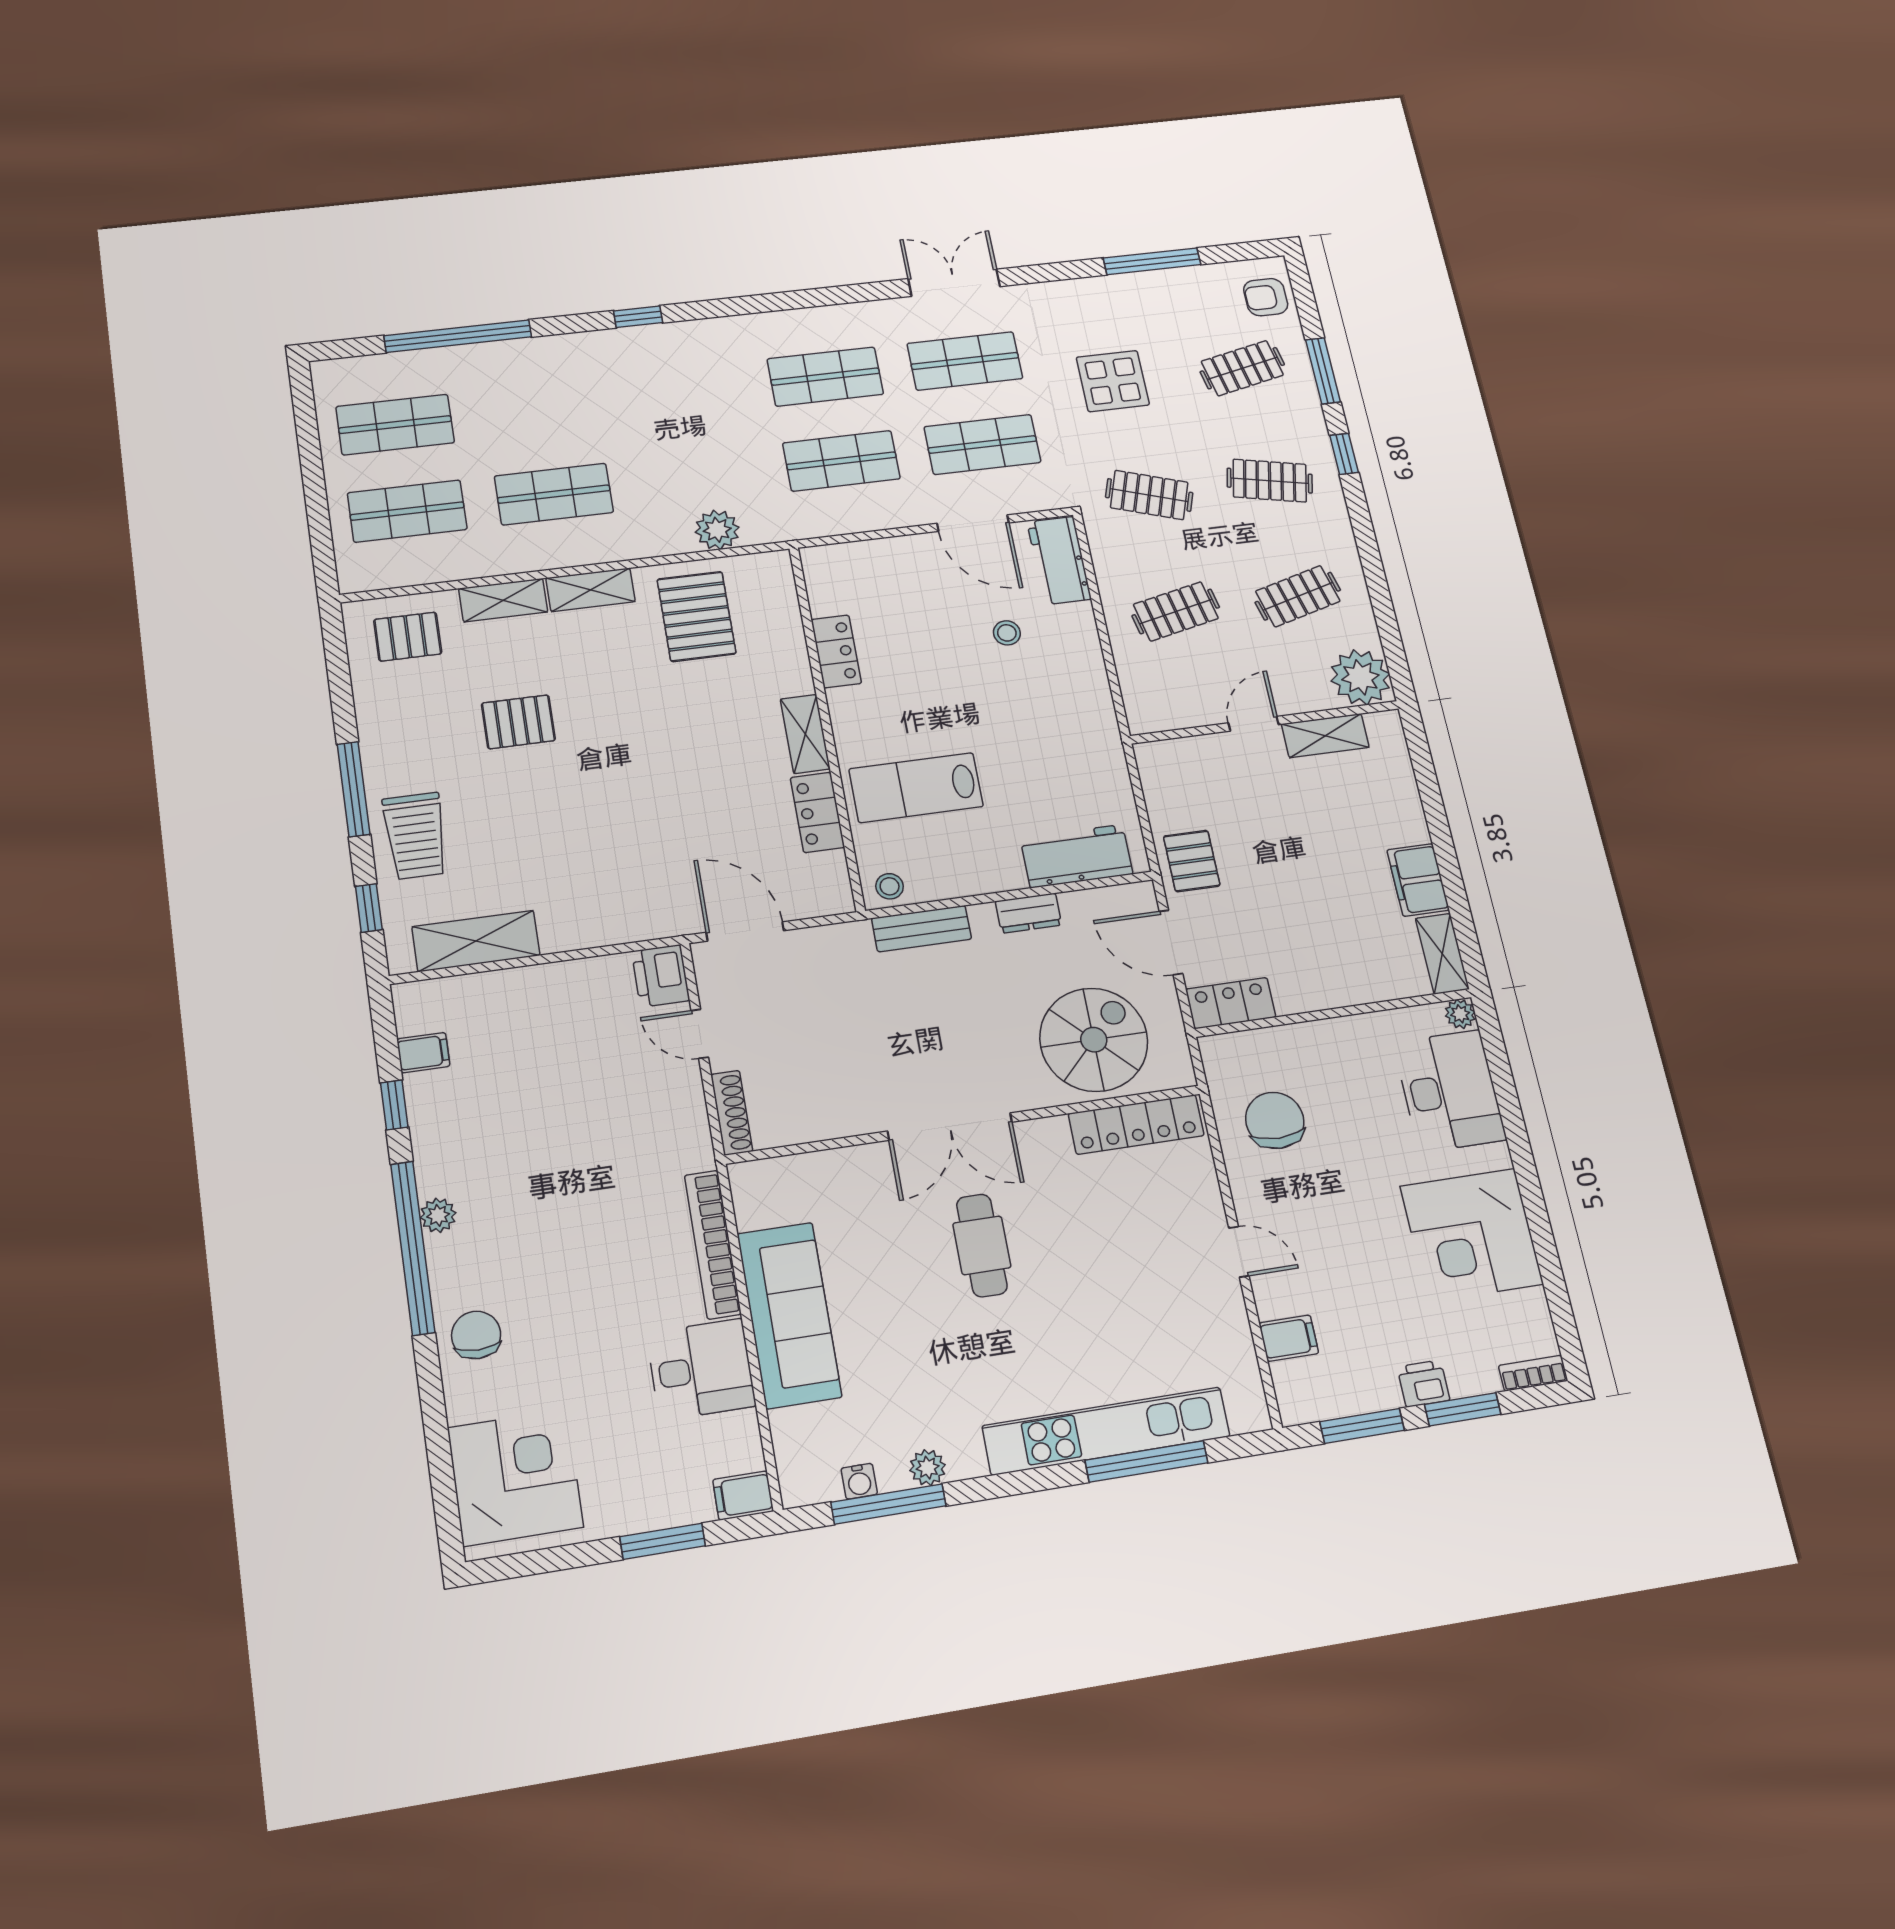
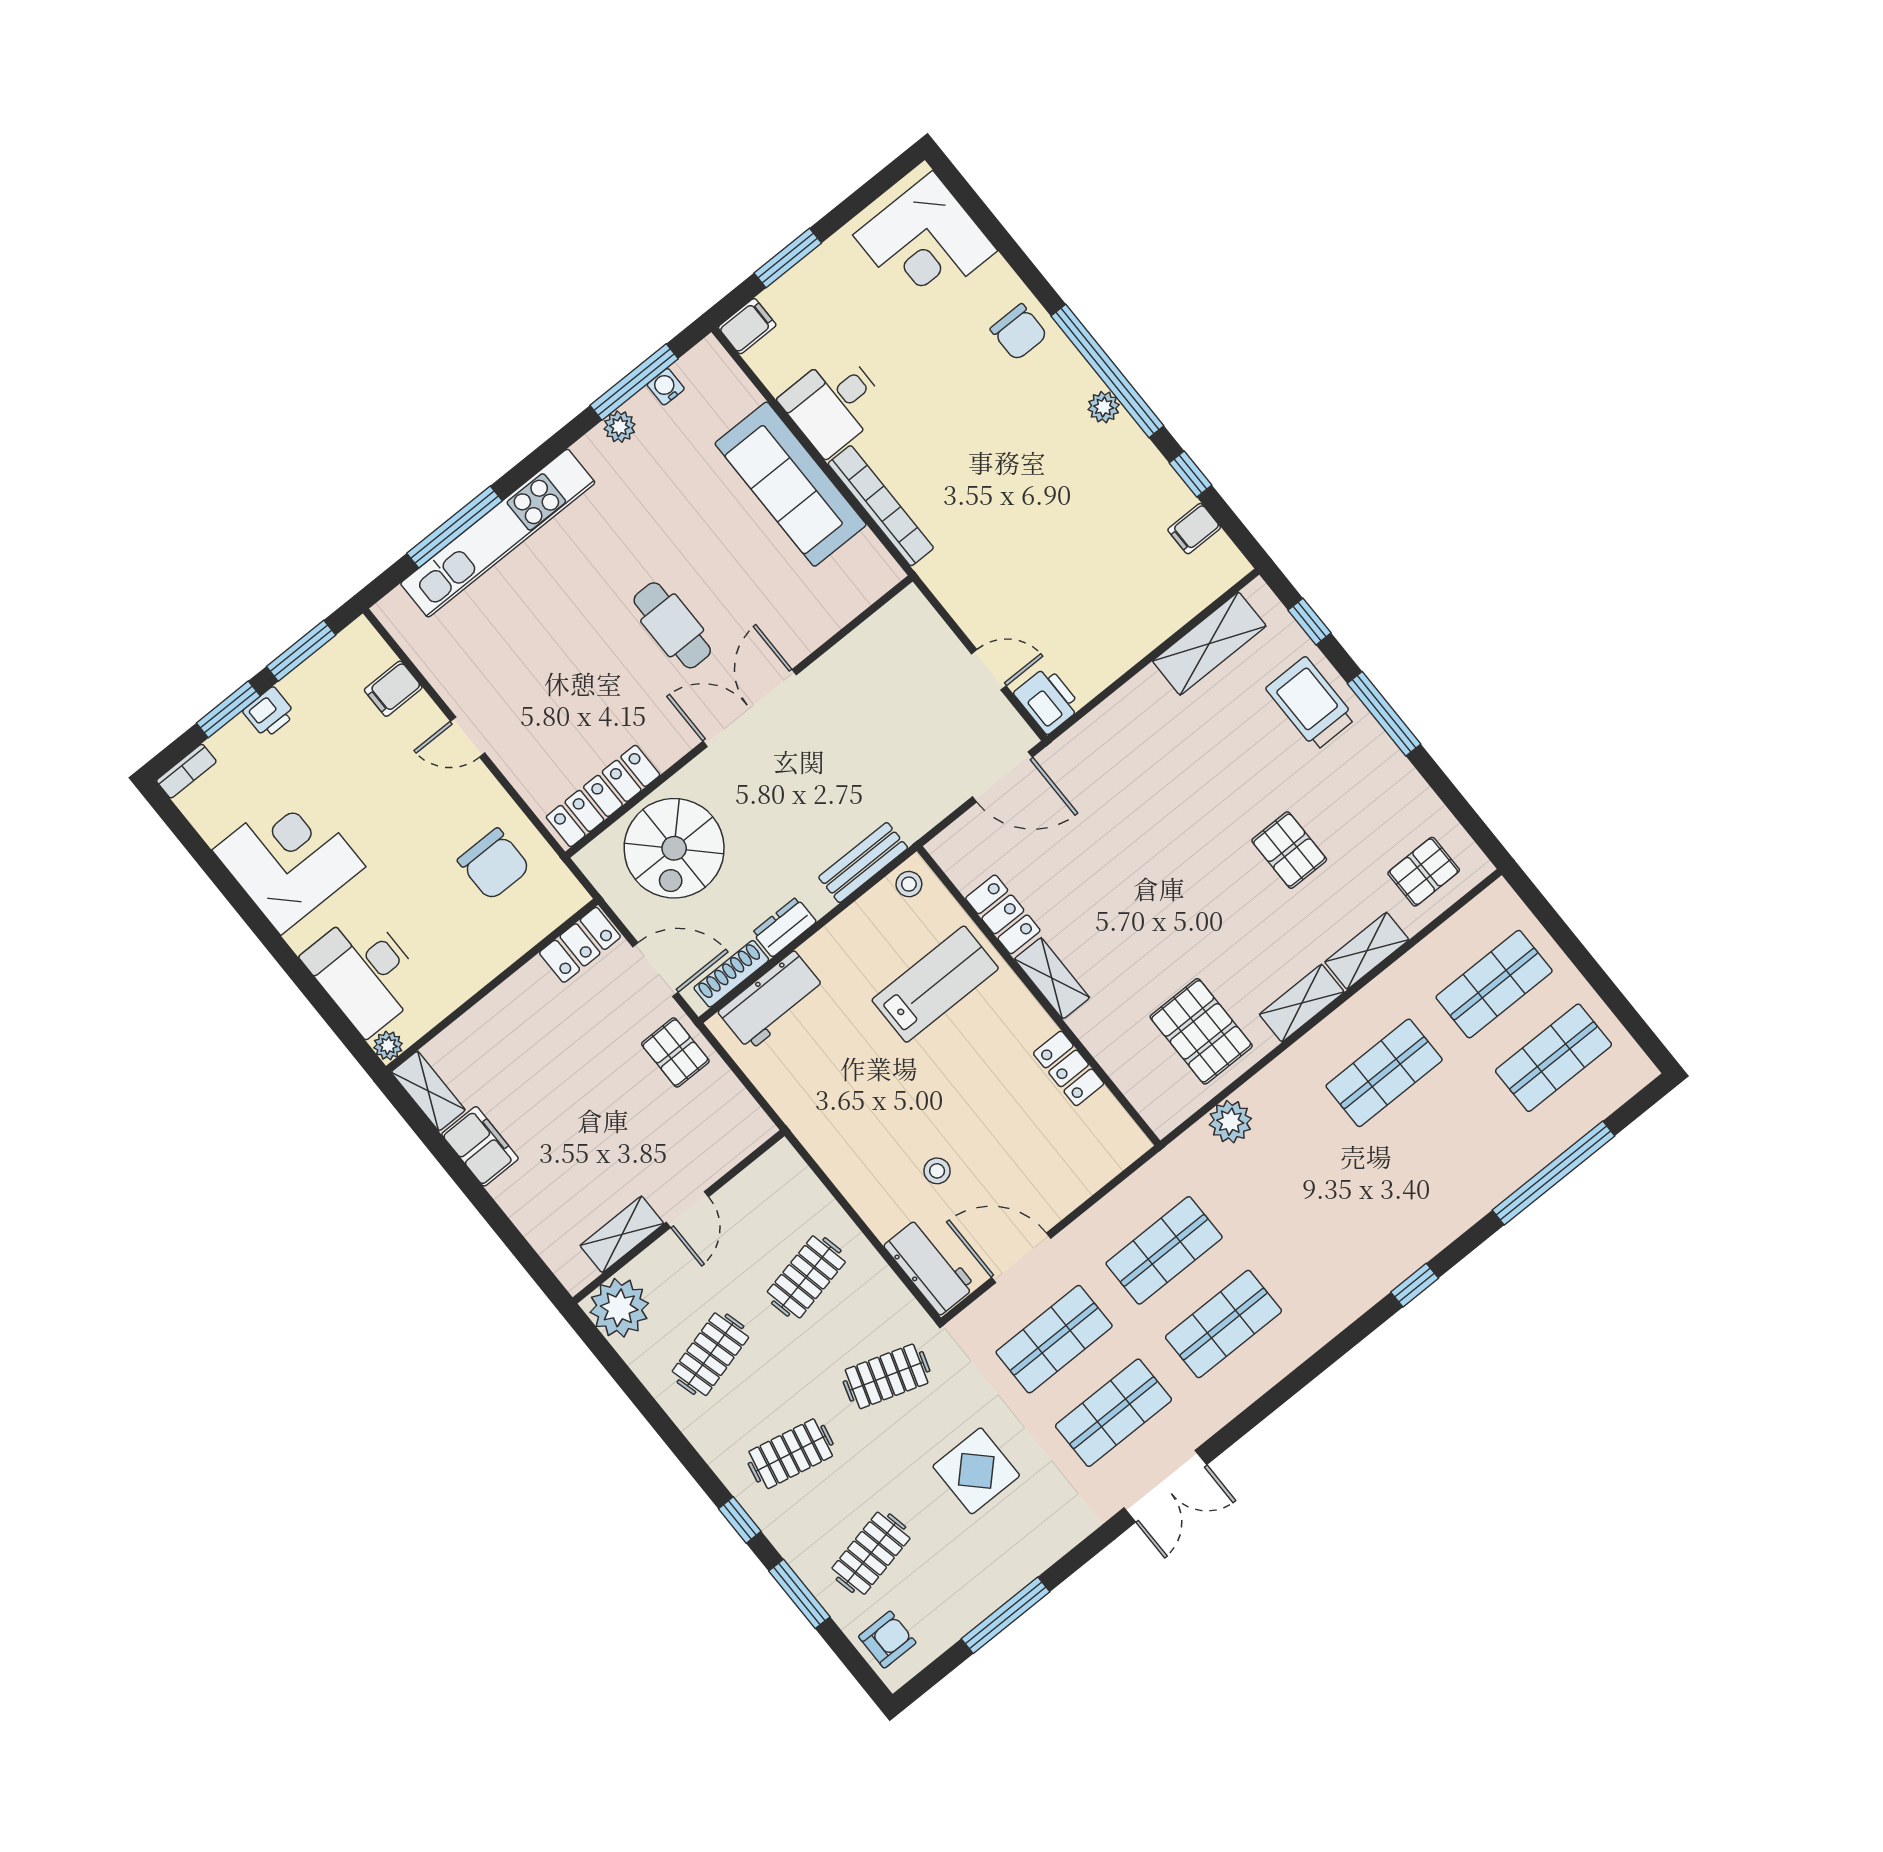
pallet: (518, 722) -> (1289, 850), turned 90
shoe rack: (732, 1113) -> (731, 974), moved, turned 90

